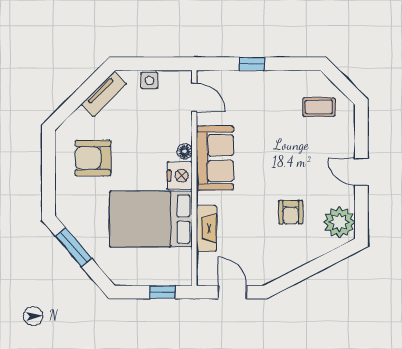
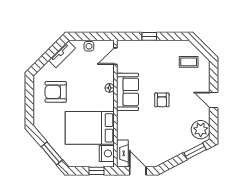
door: (194, 97) -> (115, 56), swing flipped
nightstand: (180, 176) -> (107, 153), moved
armchair: (291, 212) -> (162, 100), moved
fireplace: (206, 228) -> (122, 153), moved
window: (73, 247) -> (52, 153), moved
window: (330, 259) -> (195, 151), added

